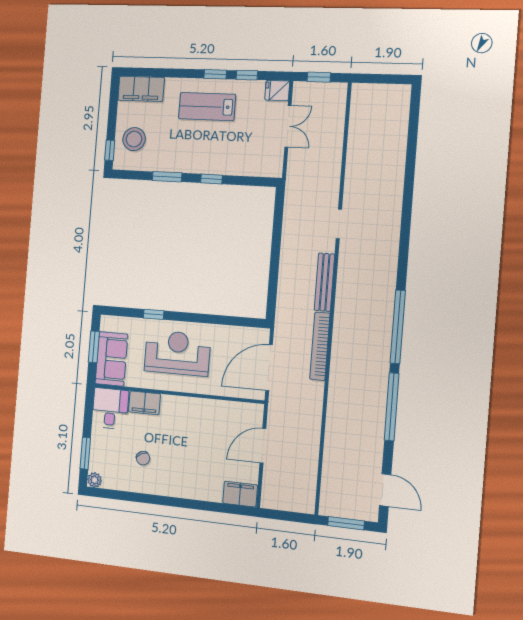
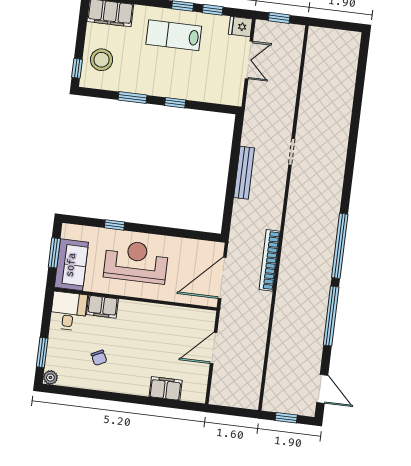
bench: (324, 282) -> (244, 173), moved
filing cabinet: (240, 494) -> (166, 388), moved
window: (346, 523) -> (286, 418), width x0.67

